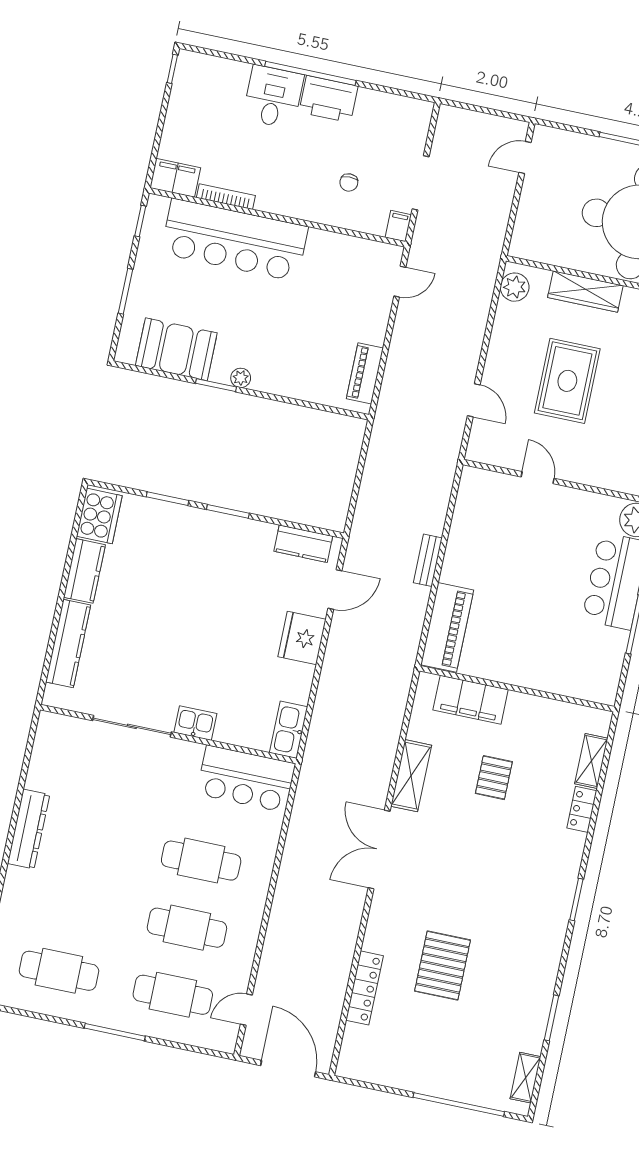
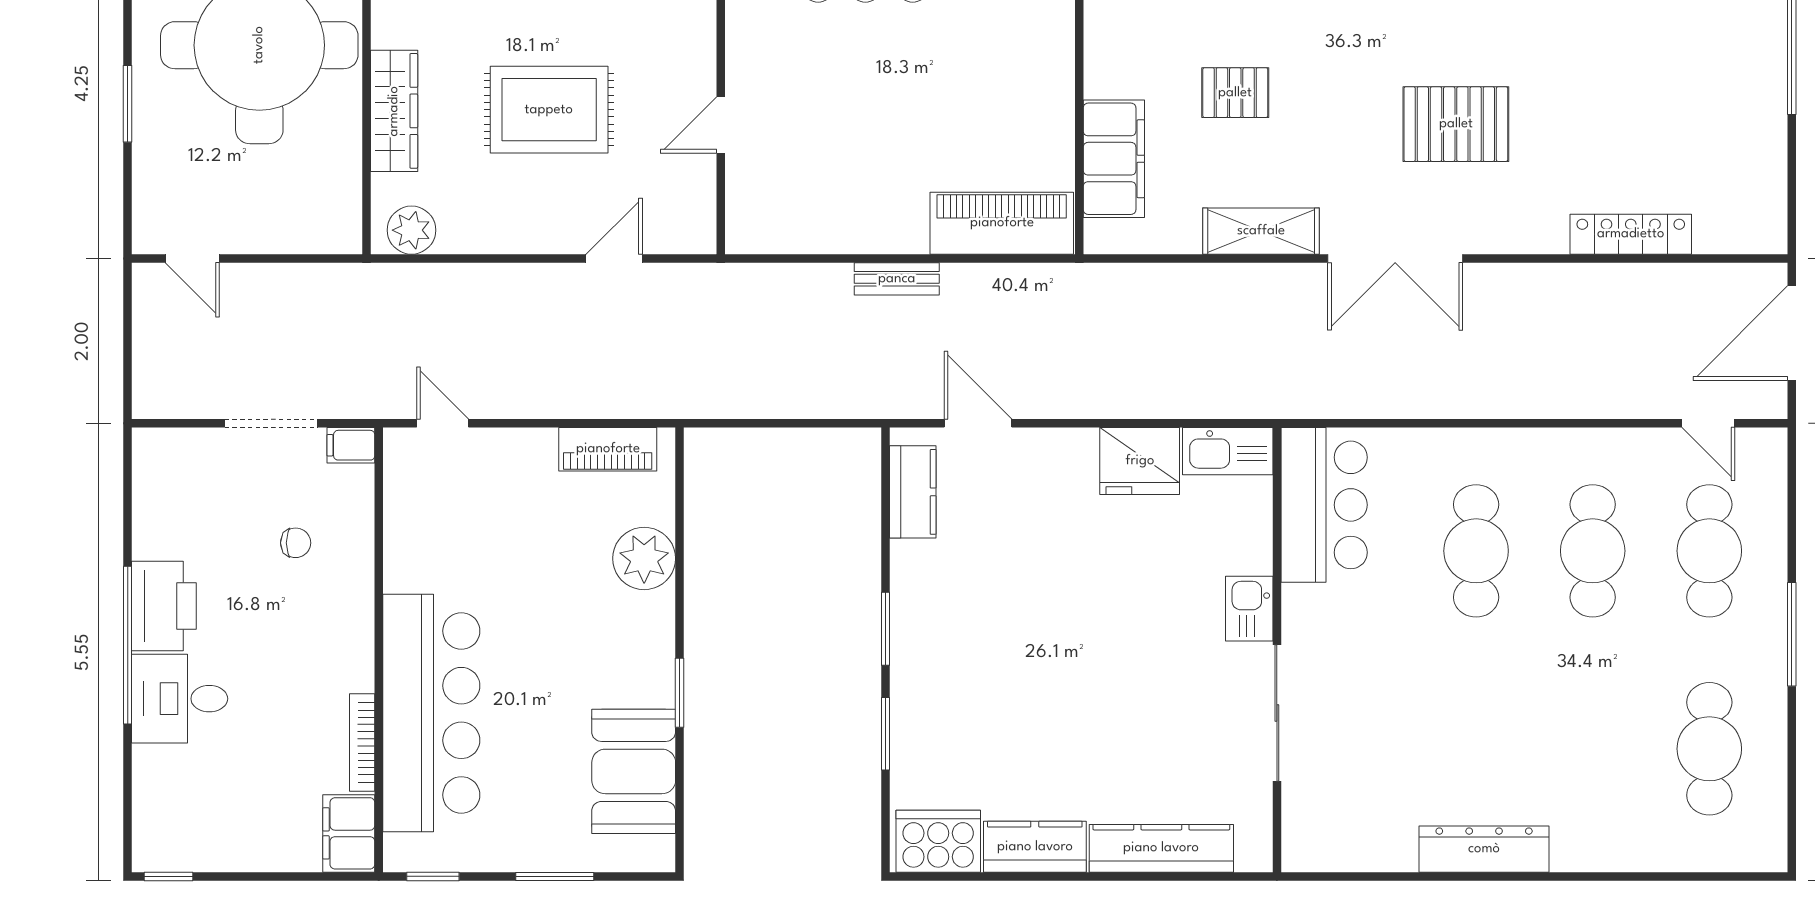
plant: (241, 378) -> (644, 558), moved, width x1.88, depth x1.88
fridge: (302, 638) -> (1140, 461), moved
pallet: (443, 966) -> (1456, 124), moved

